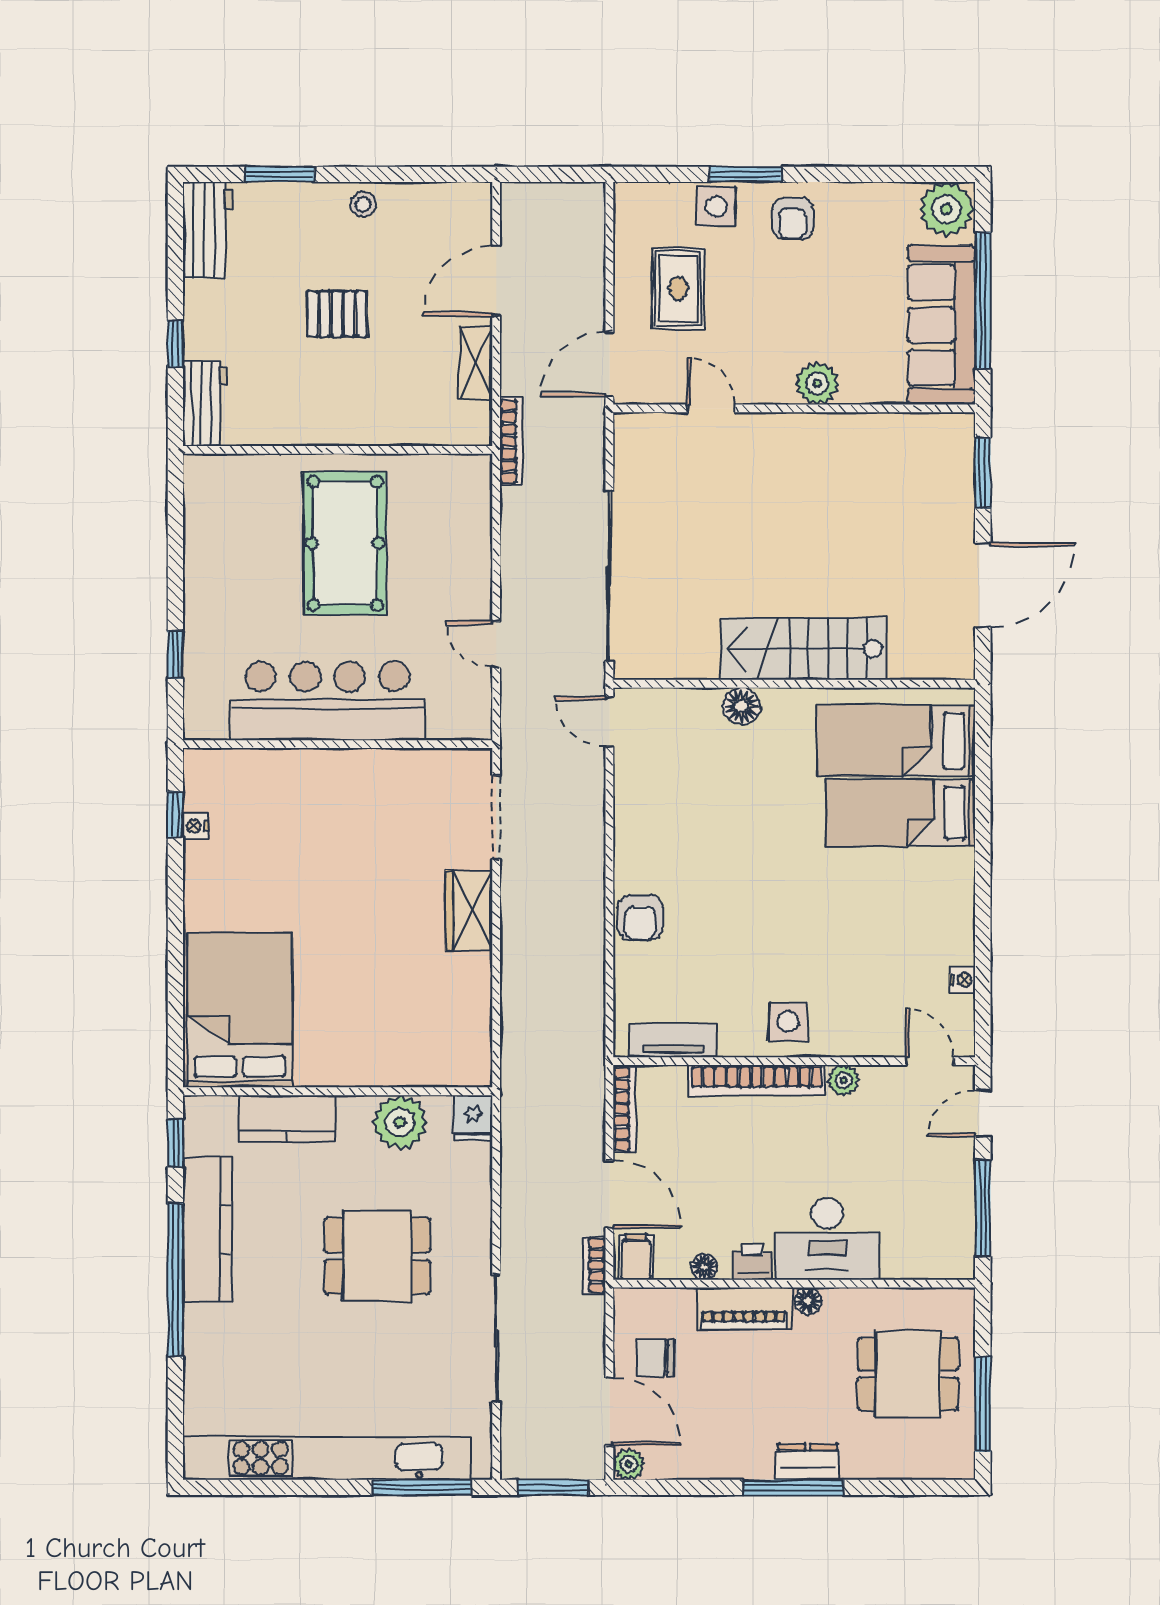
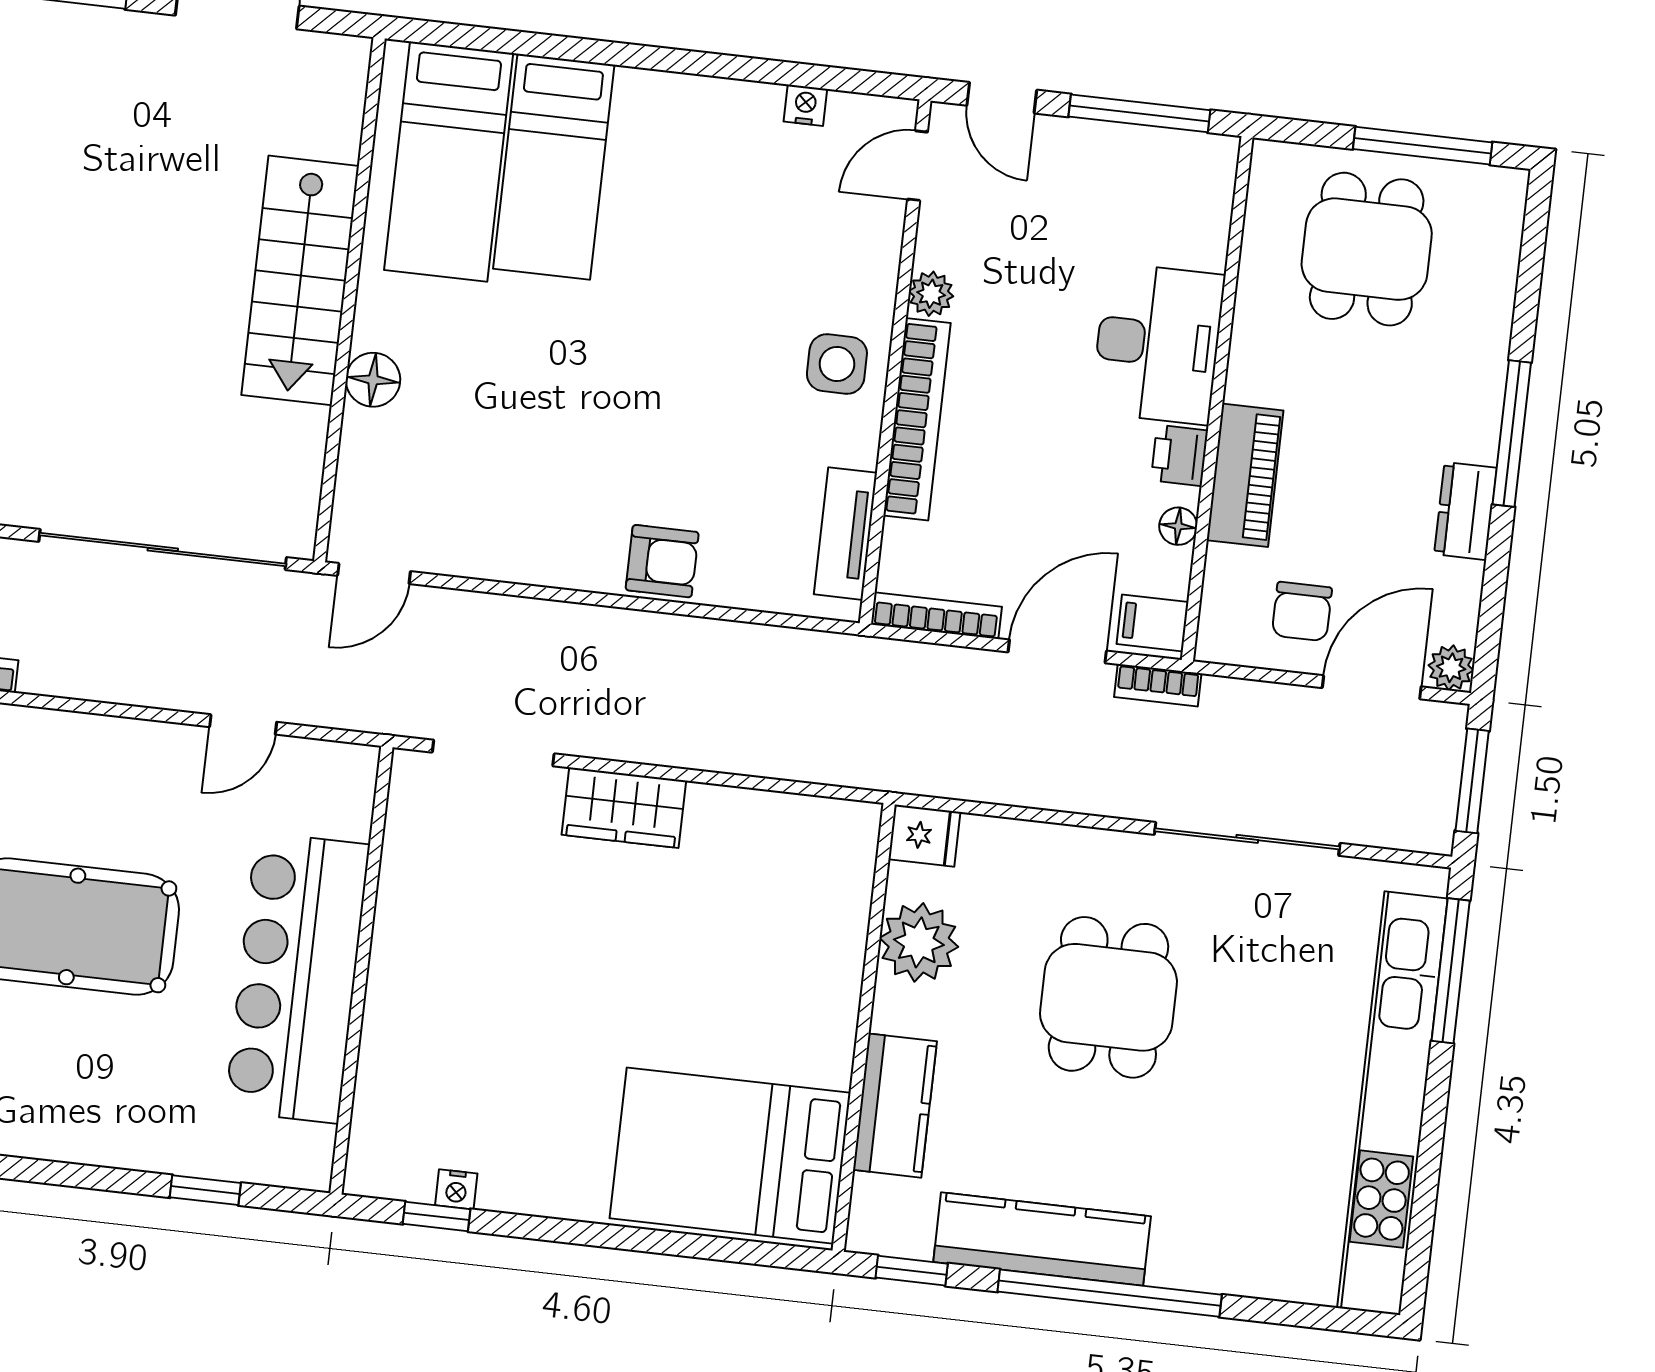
floor lamp: (808, 1301) -> (1245, 382), removed
dresser: (808, 1462) -> (1465, 511), moved

